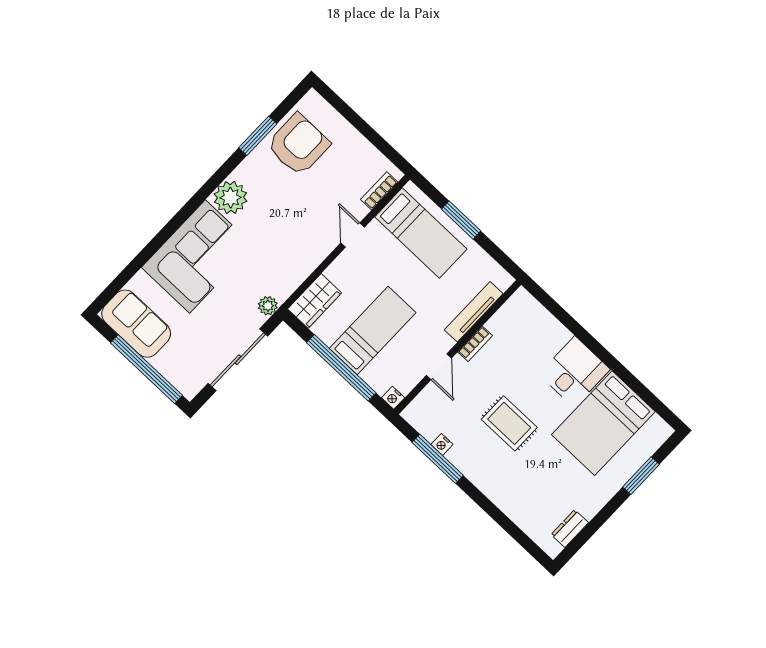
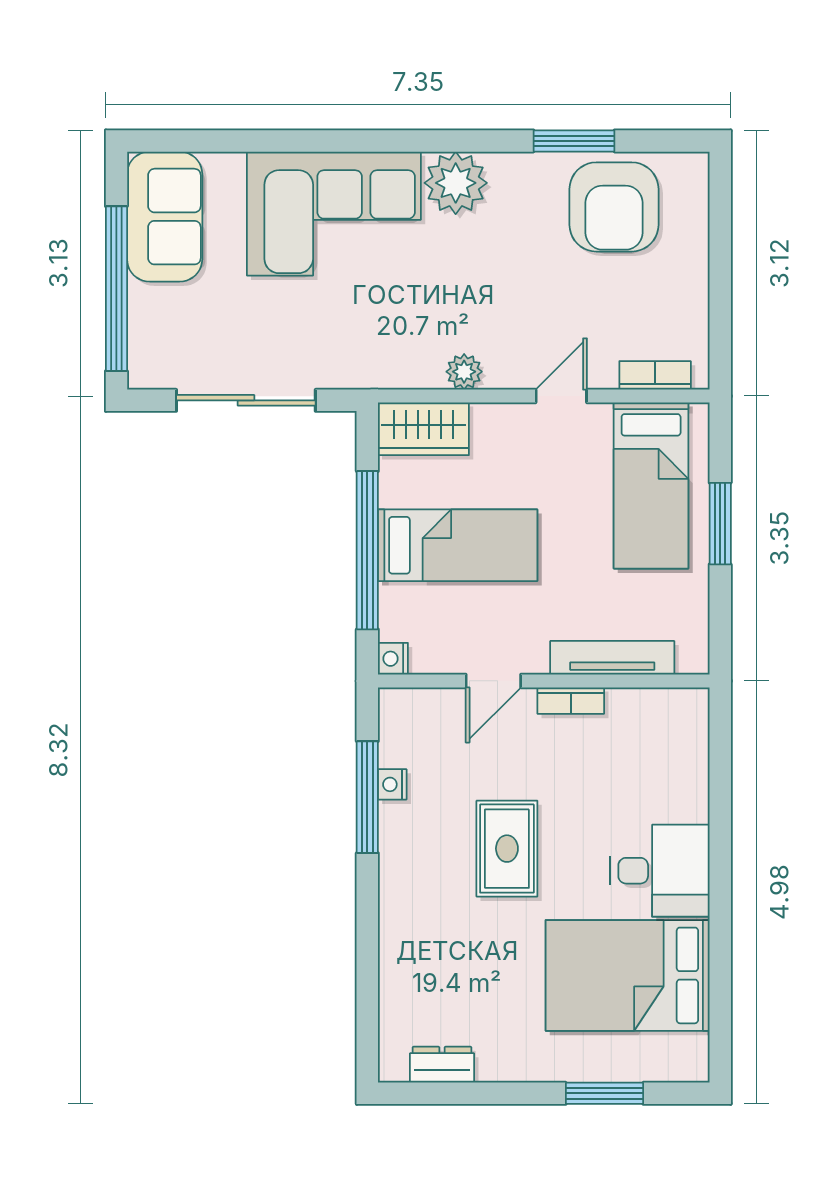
armchair: (298, 145) -> (614, 207), turned 90
plant: (268, 306) -> (464, 372), moved

